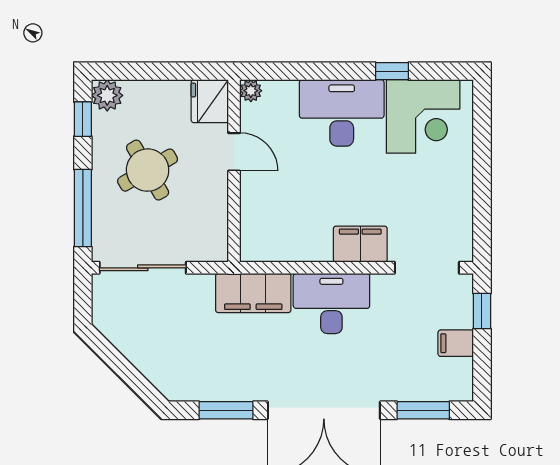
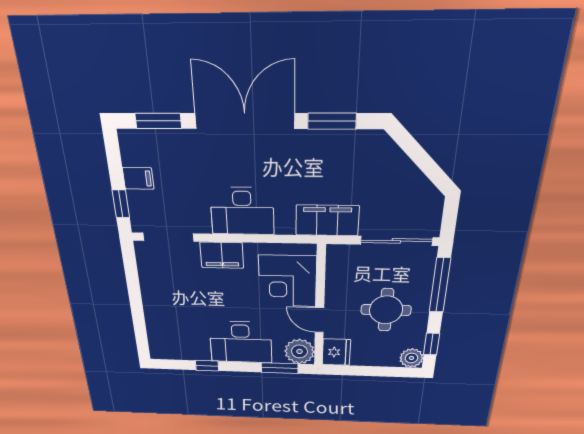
window: (288, 71) -> (280, 368), added
plant: (251, 91) -> (299, 351), width x1.88, depth x1.88
corner desk: (423, 116) -> (288, 281), moved, turned -90
round table: (148, 170) -> (386, 310), turned 30
filing cabinet: (253, 293) -> (327, 220), moved

